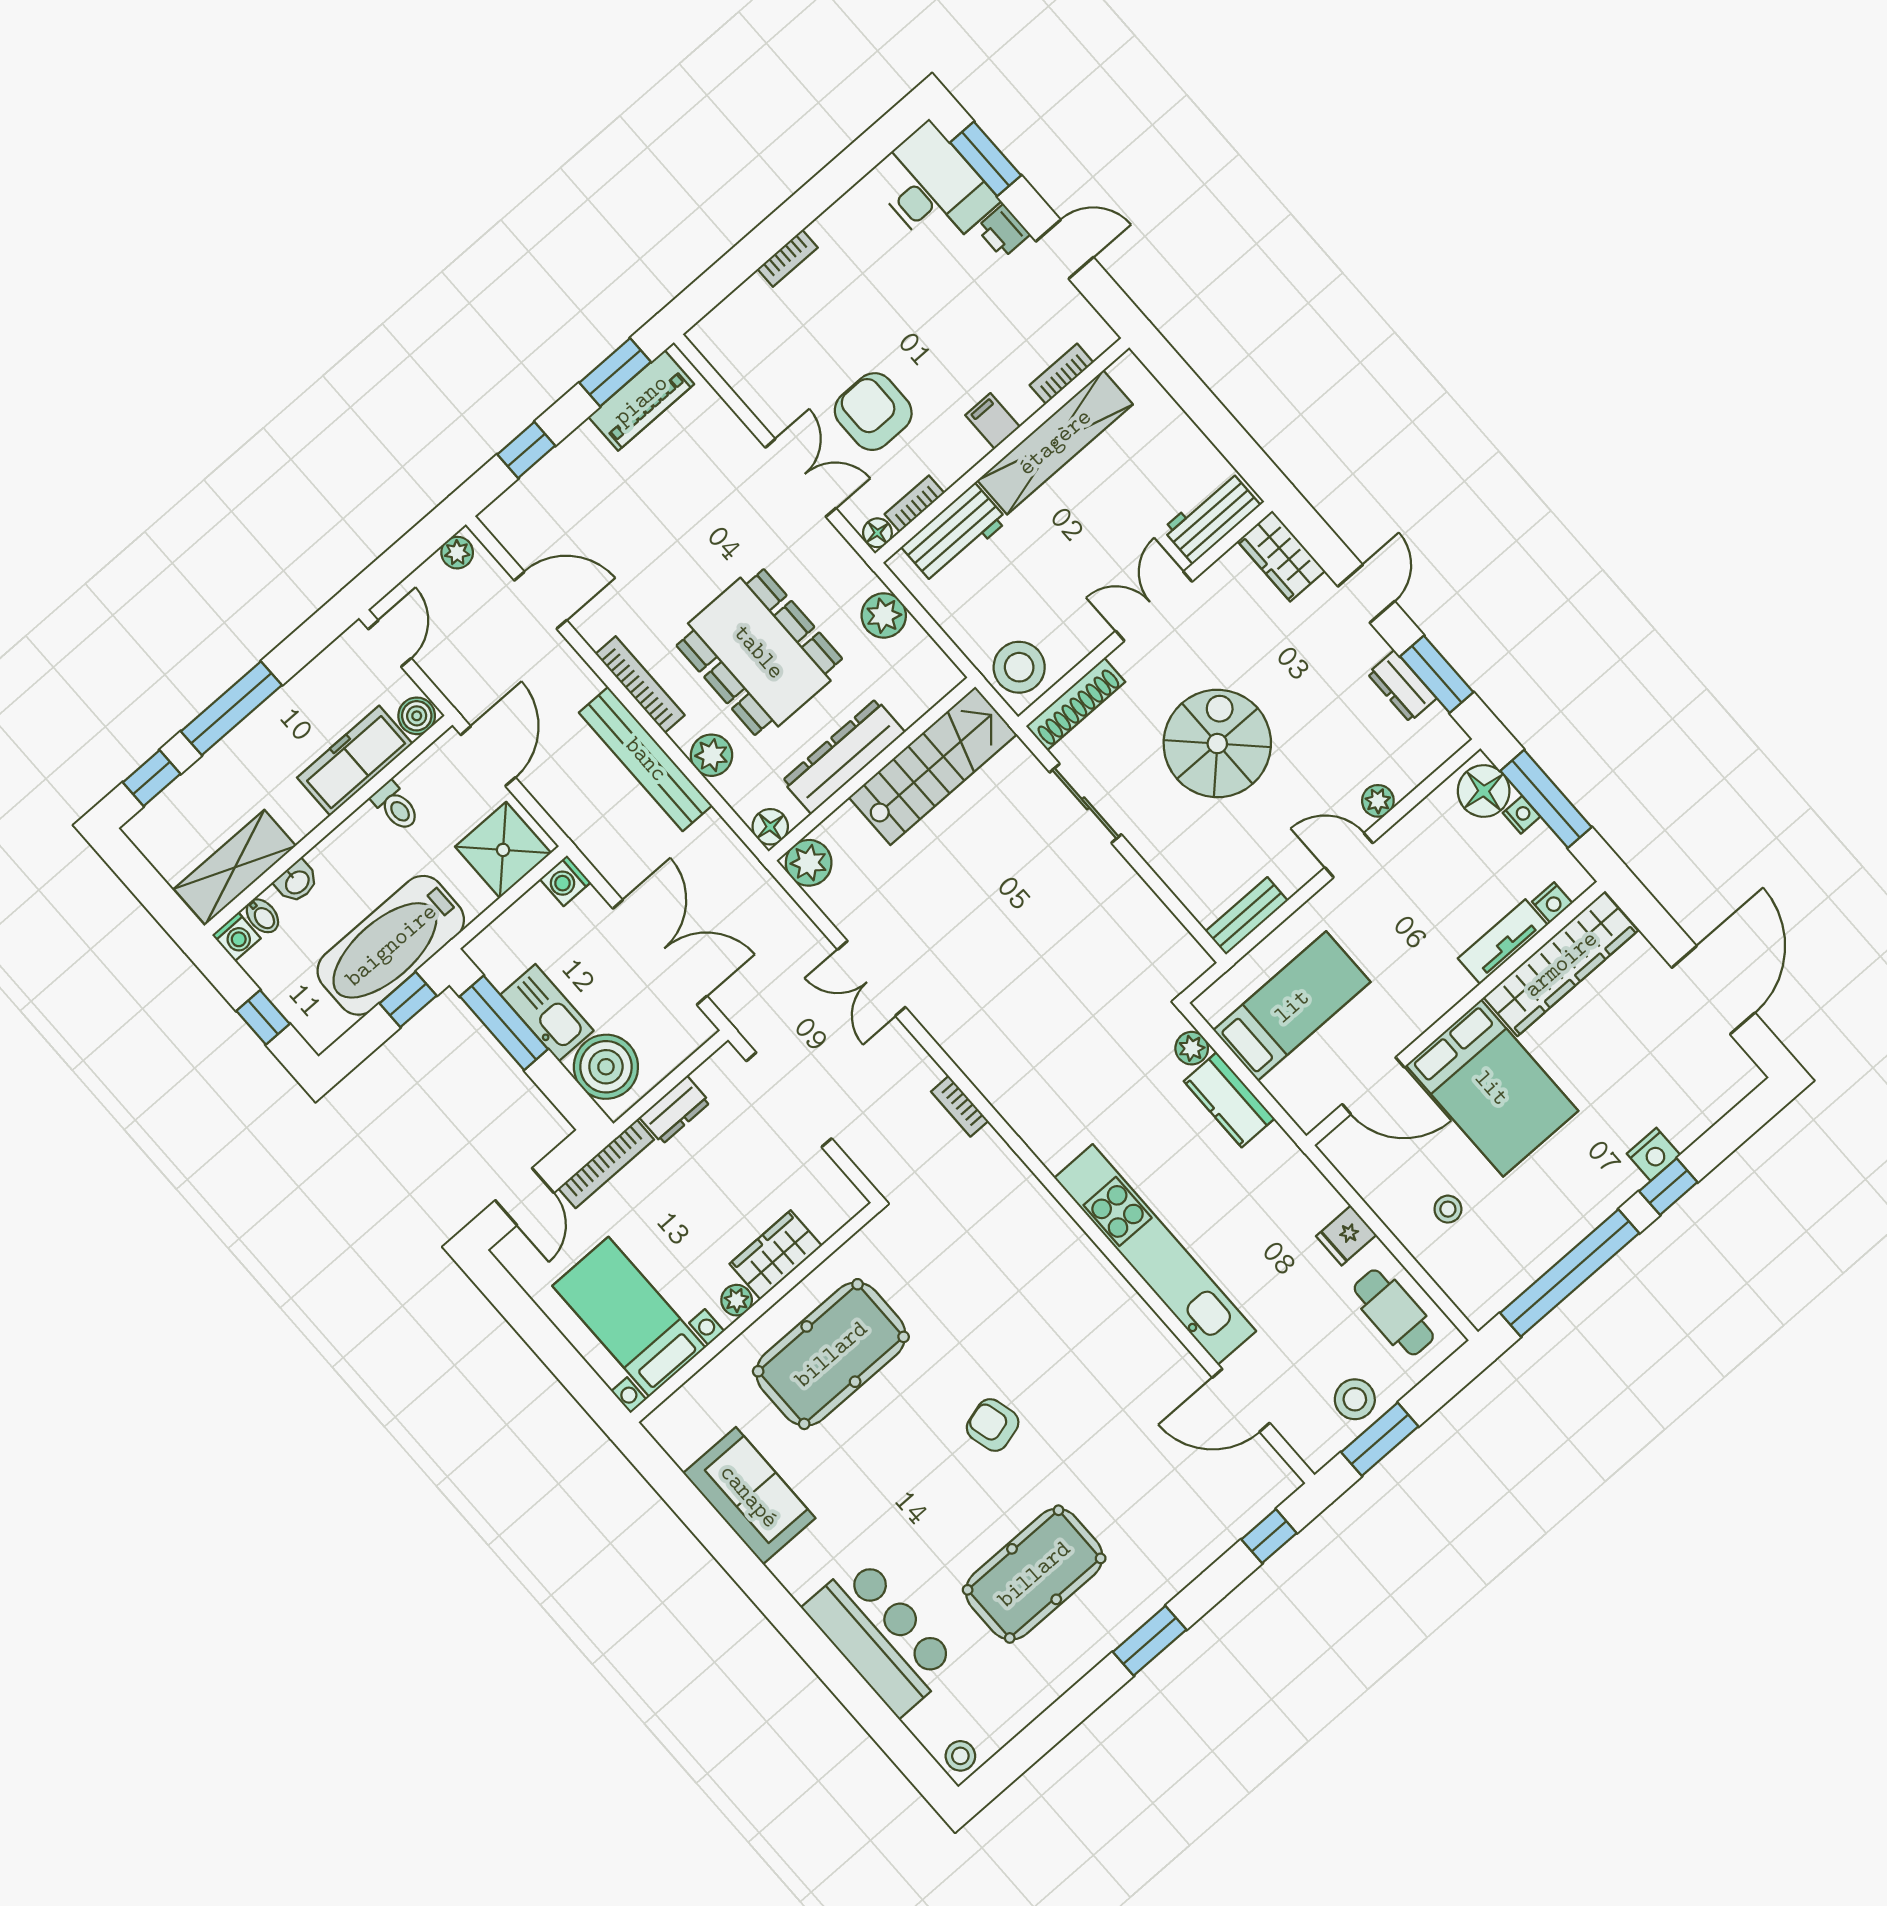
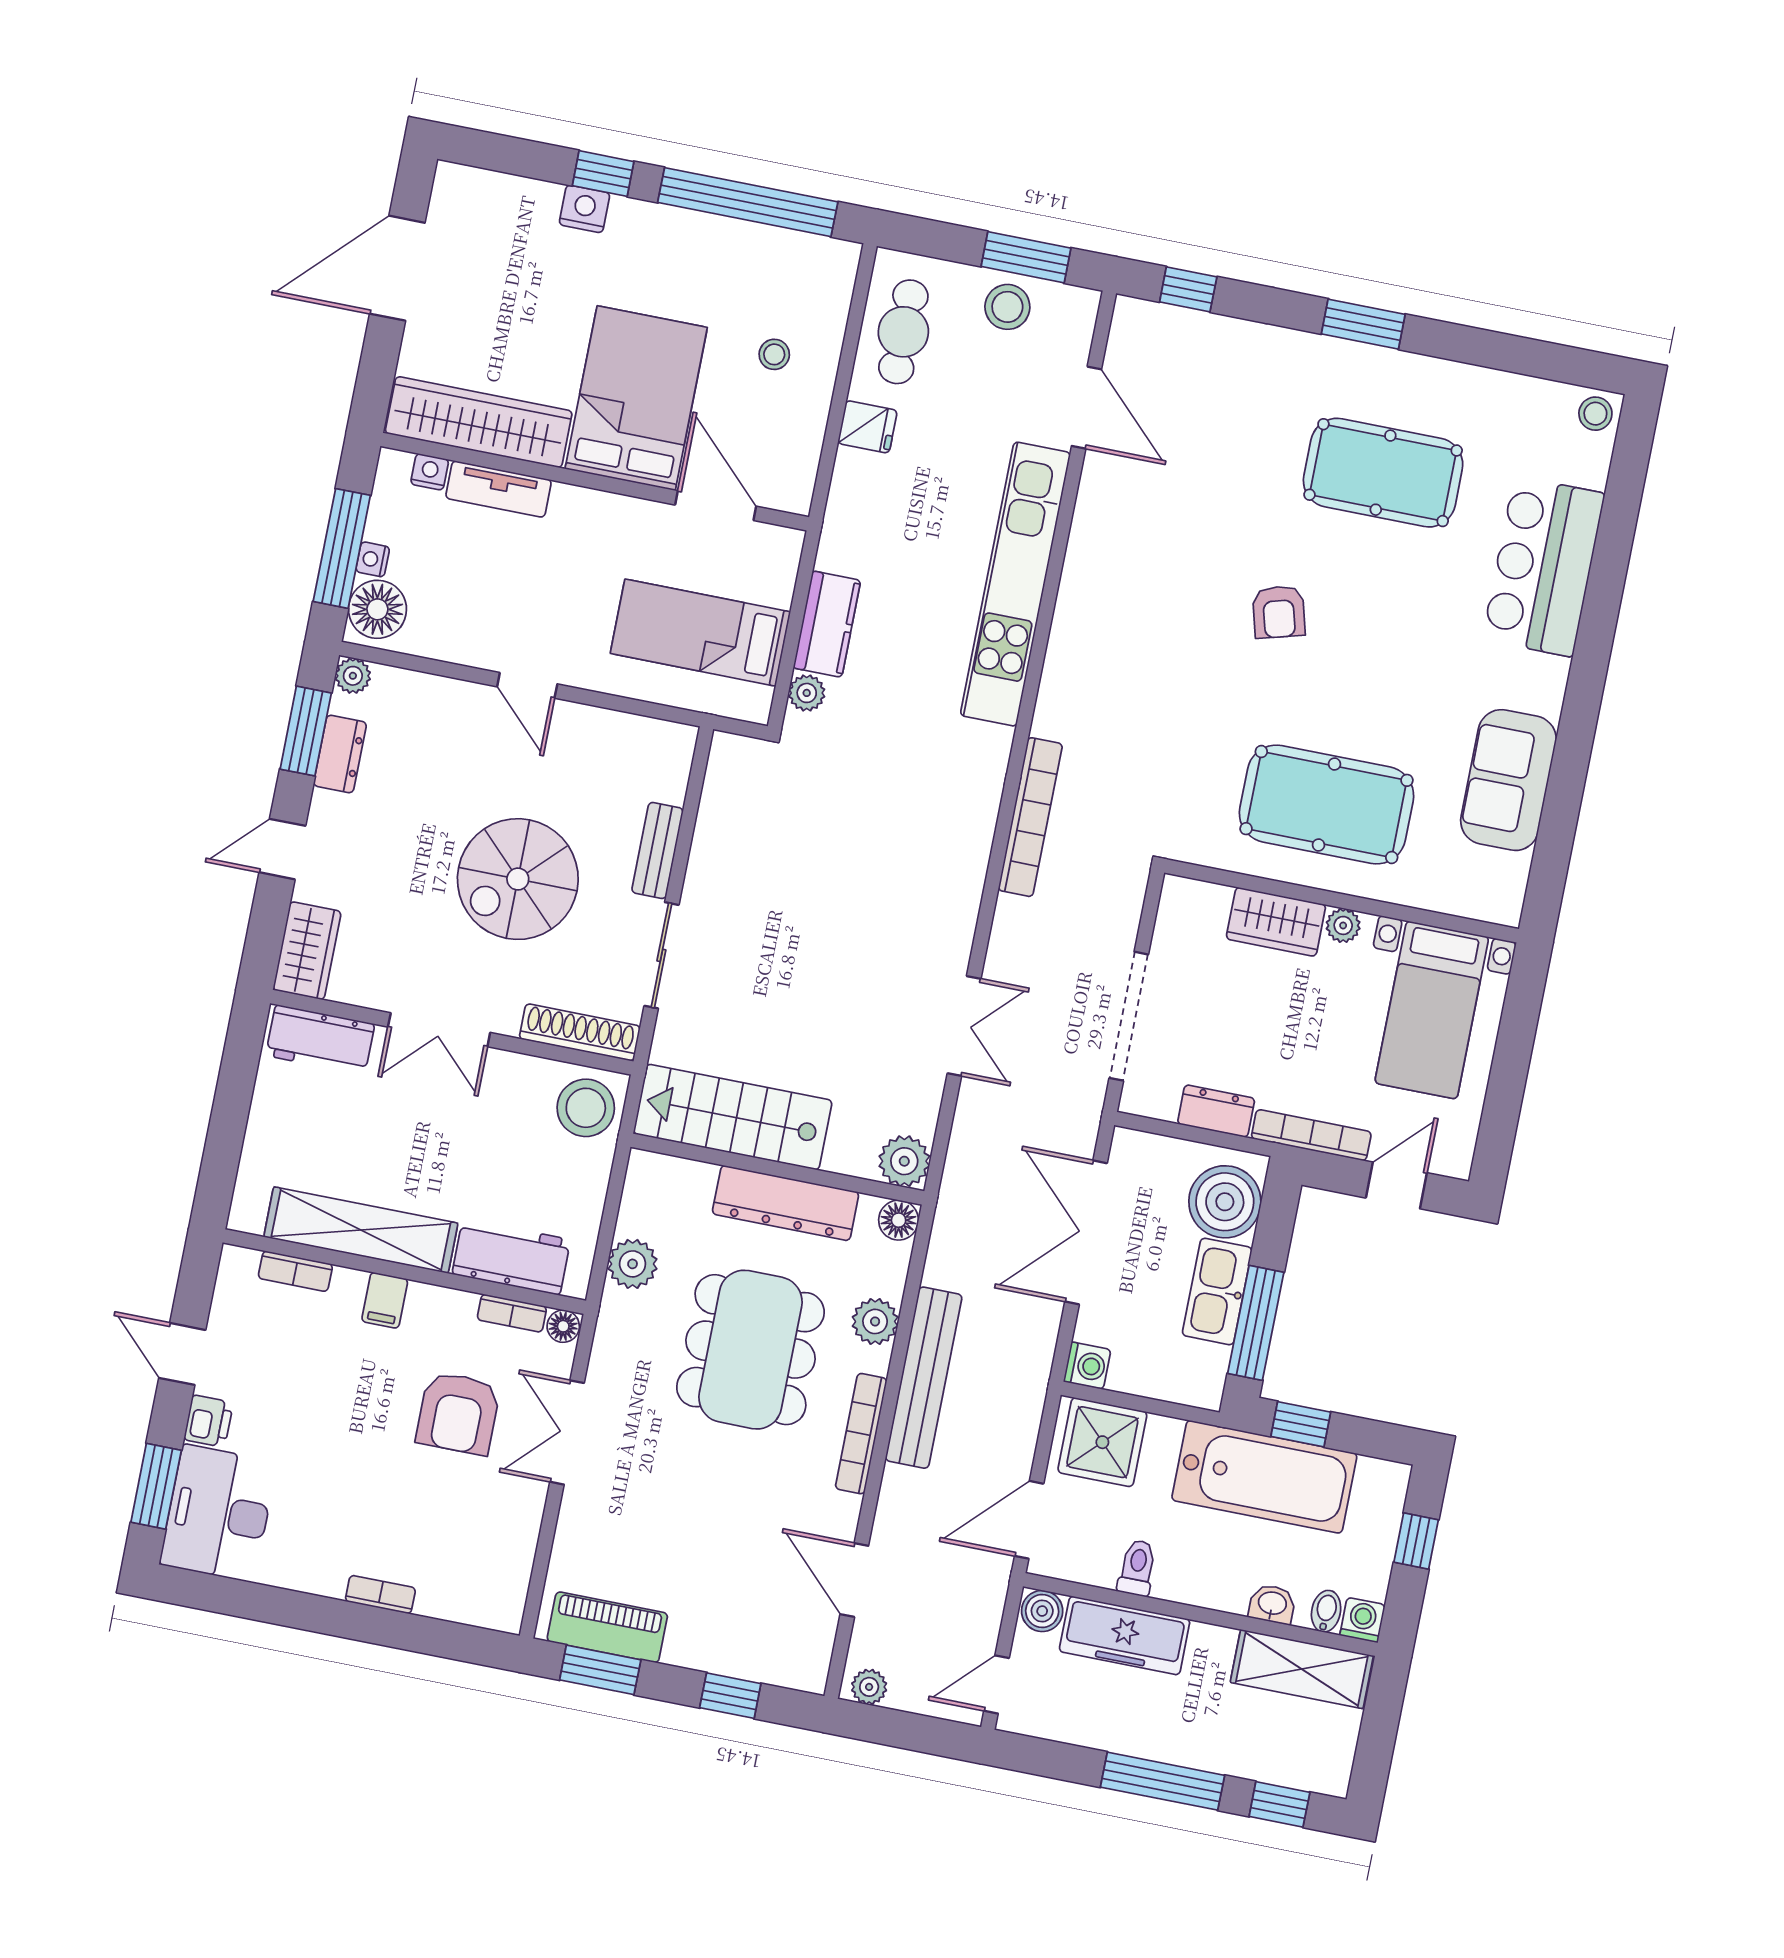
plant: (1378, 801) -> (353, 676), moved
bench: (1247, 916) -> (657, 850), moved, turned 90
bookcase: (960, 1106) -> (1030, 817), width x2.31, depth x1.31

